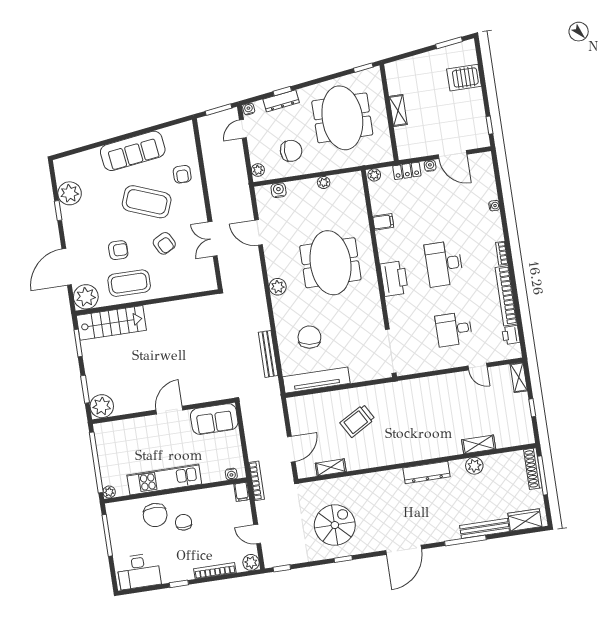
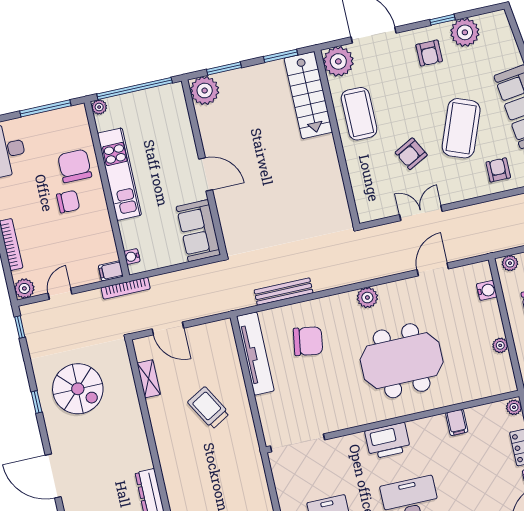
armchair: (182, 174) -> (498, 170), turned 90
armchair: (118, 250) -> (429, 53), moved
chair: (155, 515) -> (75, 166), turned 90

